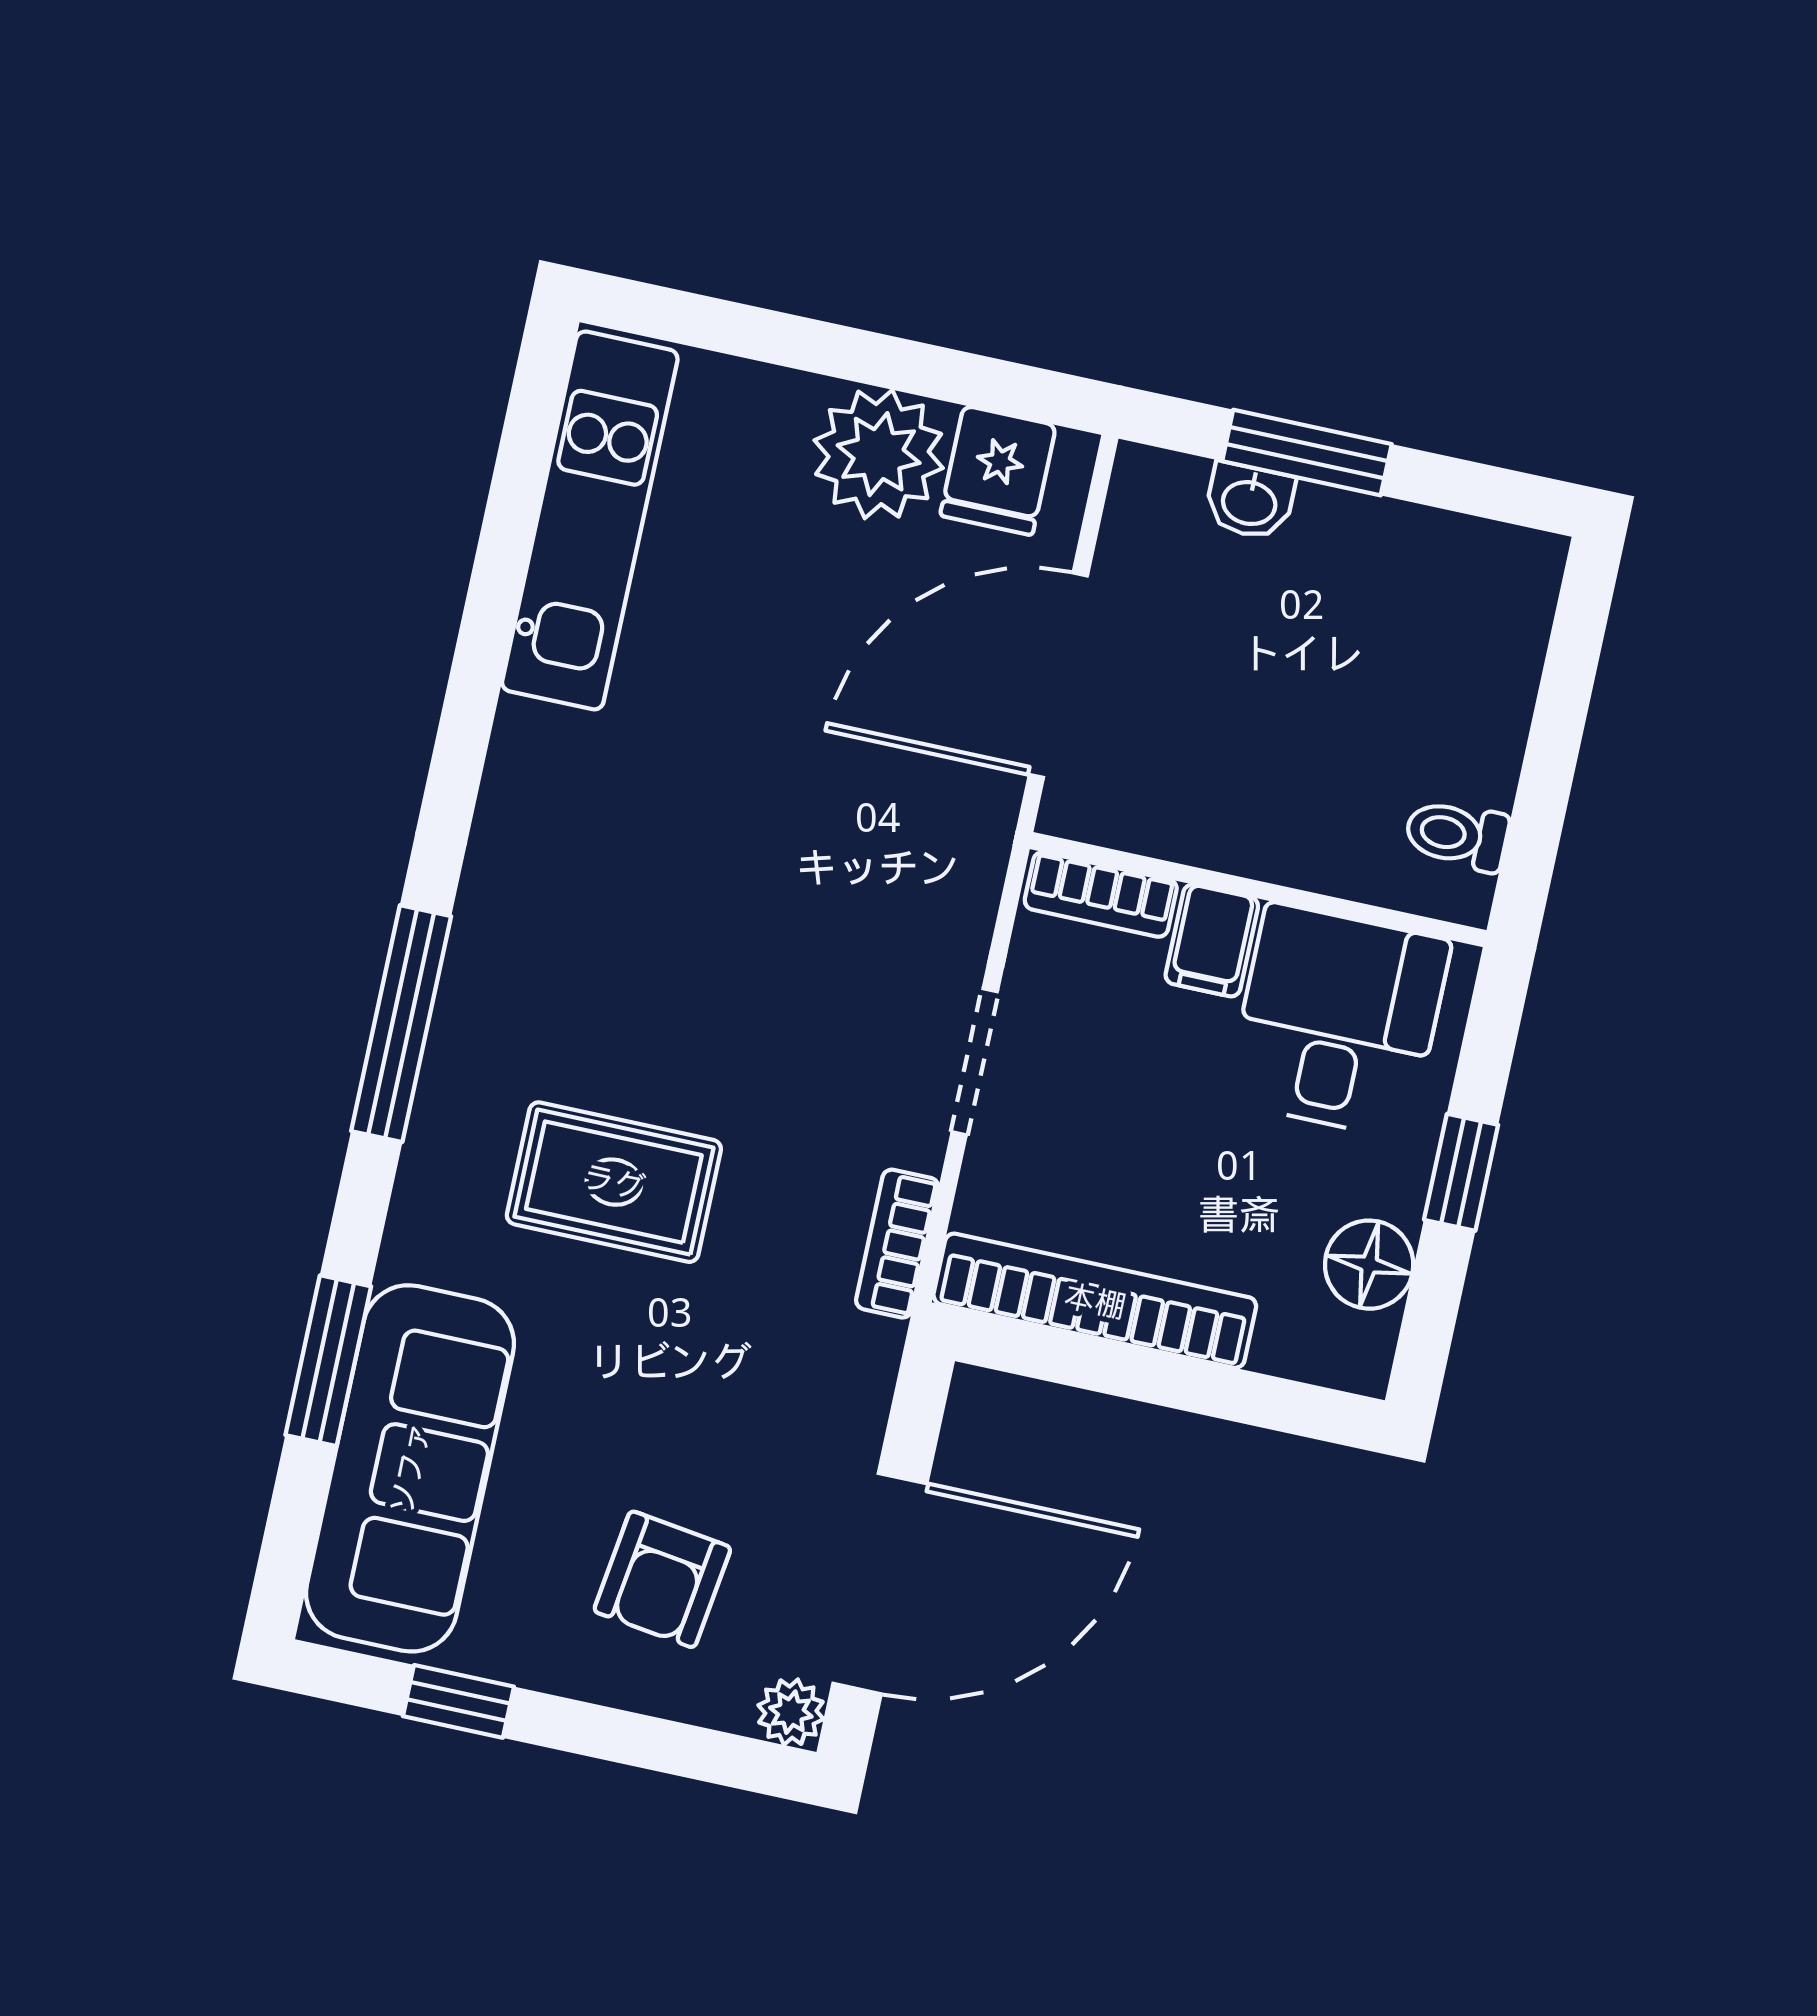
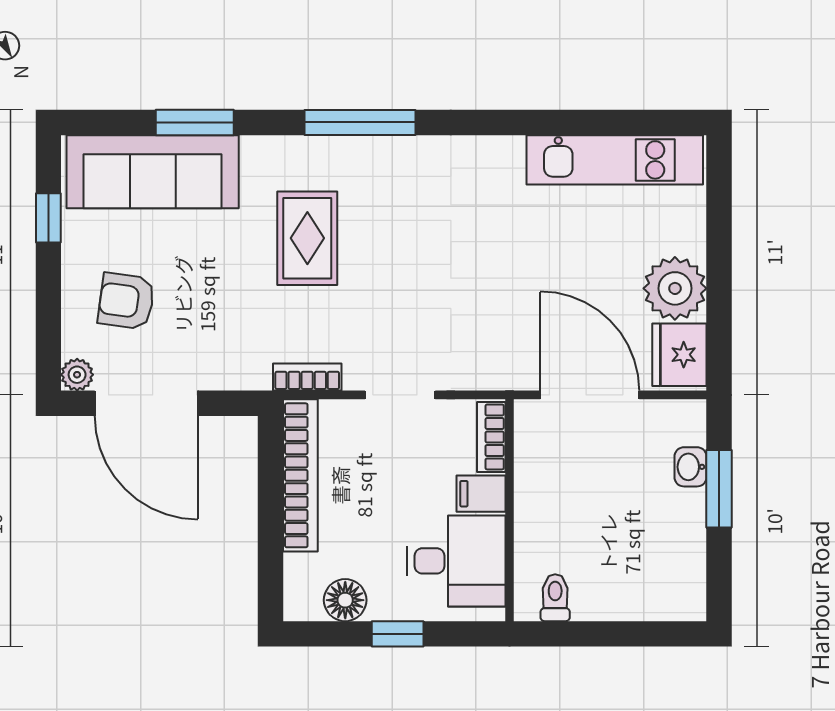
fridge: (998, 470) -> (679, 355), width x1.38

